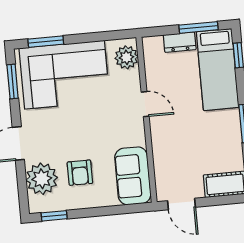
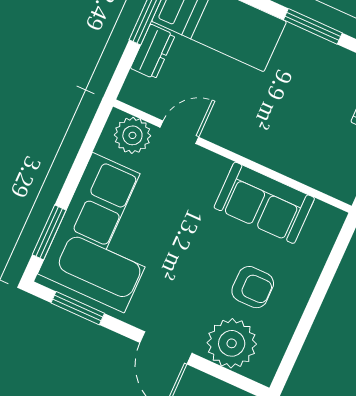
door: (145, 104) -> (179, 132), moved
sofa: (133, 176) -> (264, 203), moved
window: (54, 216) -> (291, 355), removed

